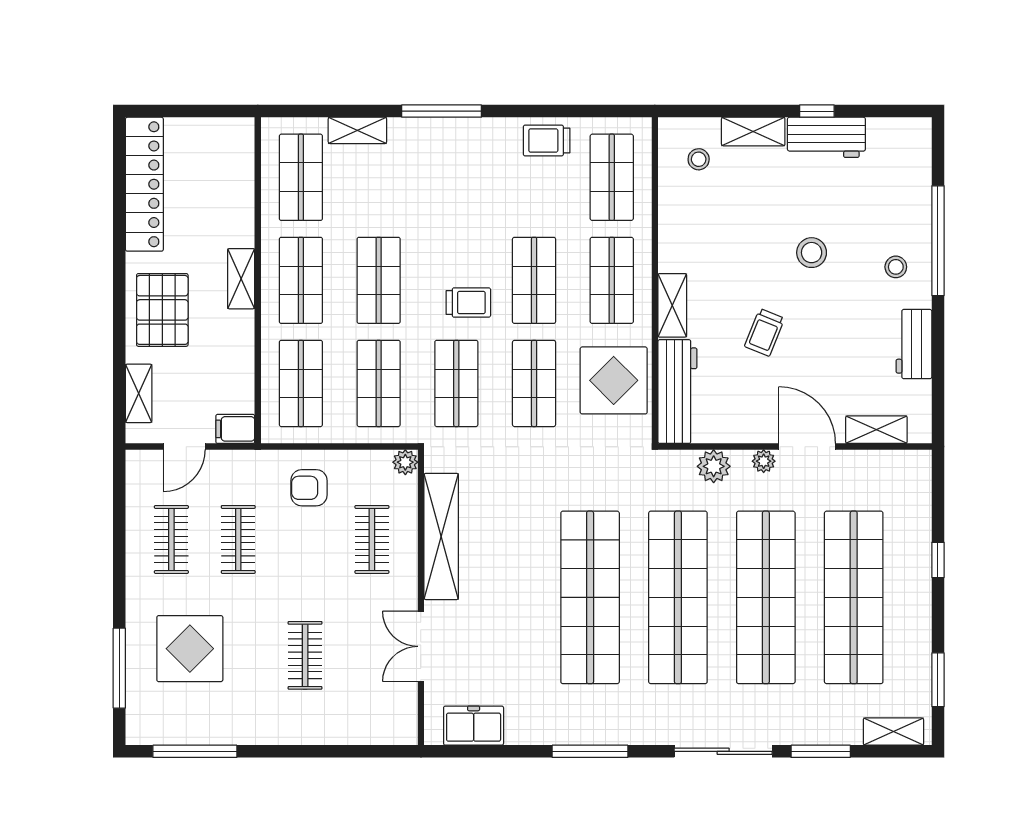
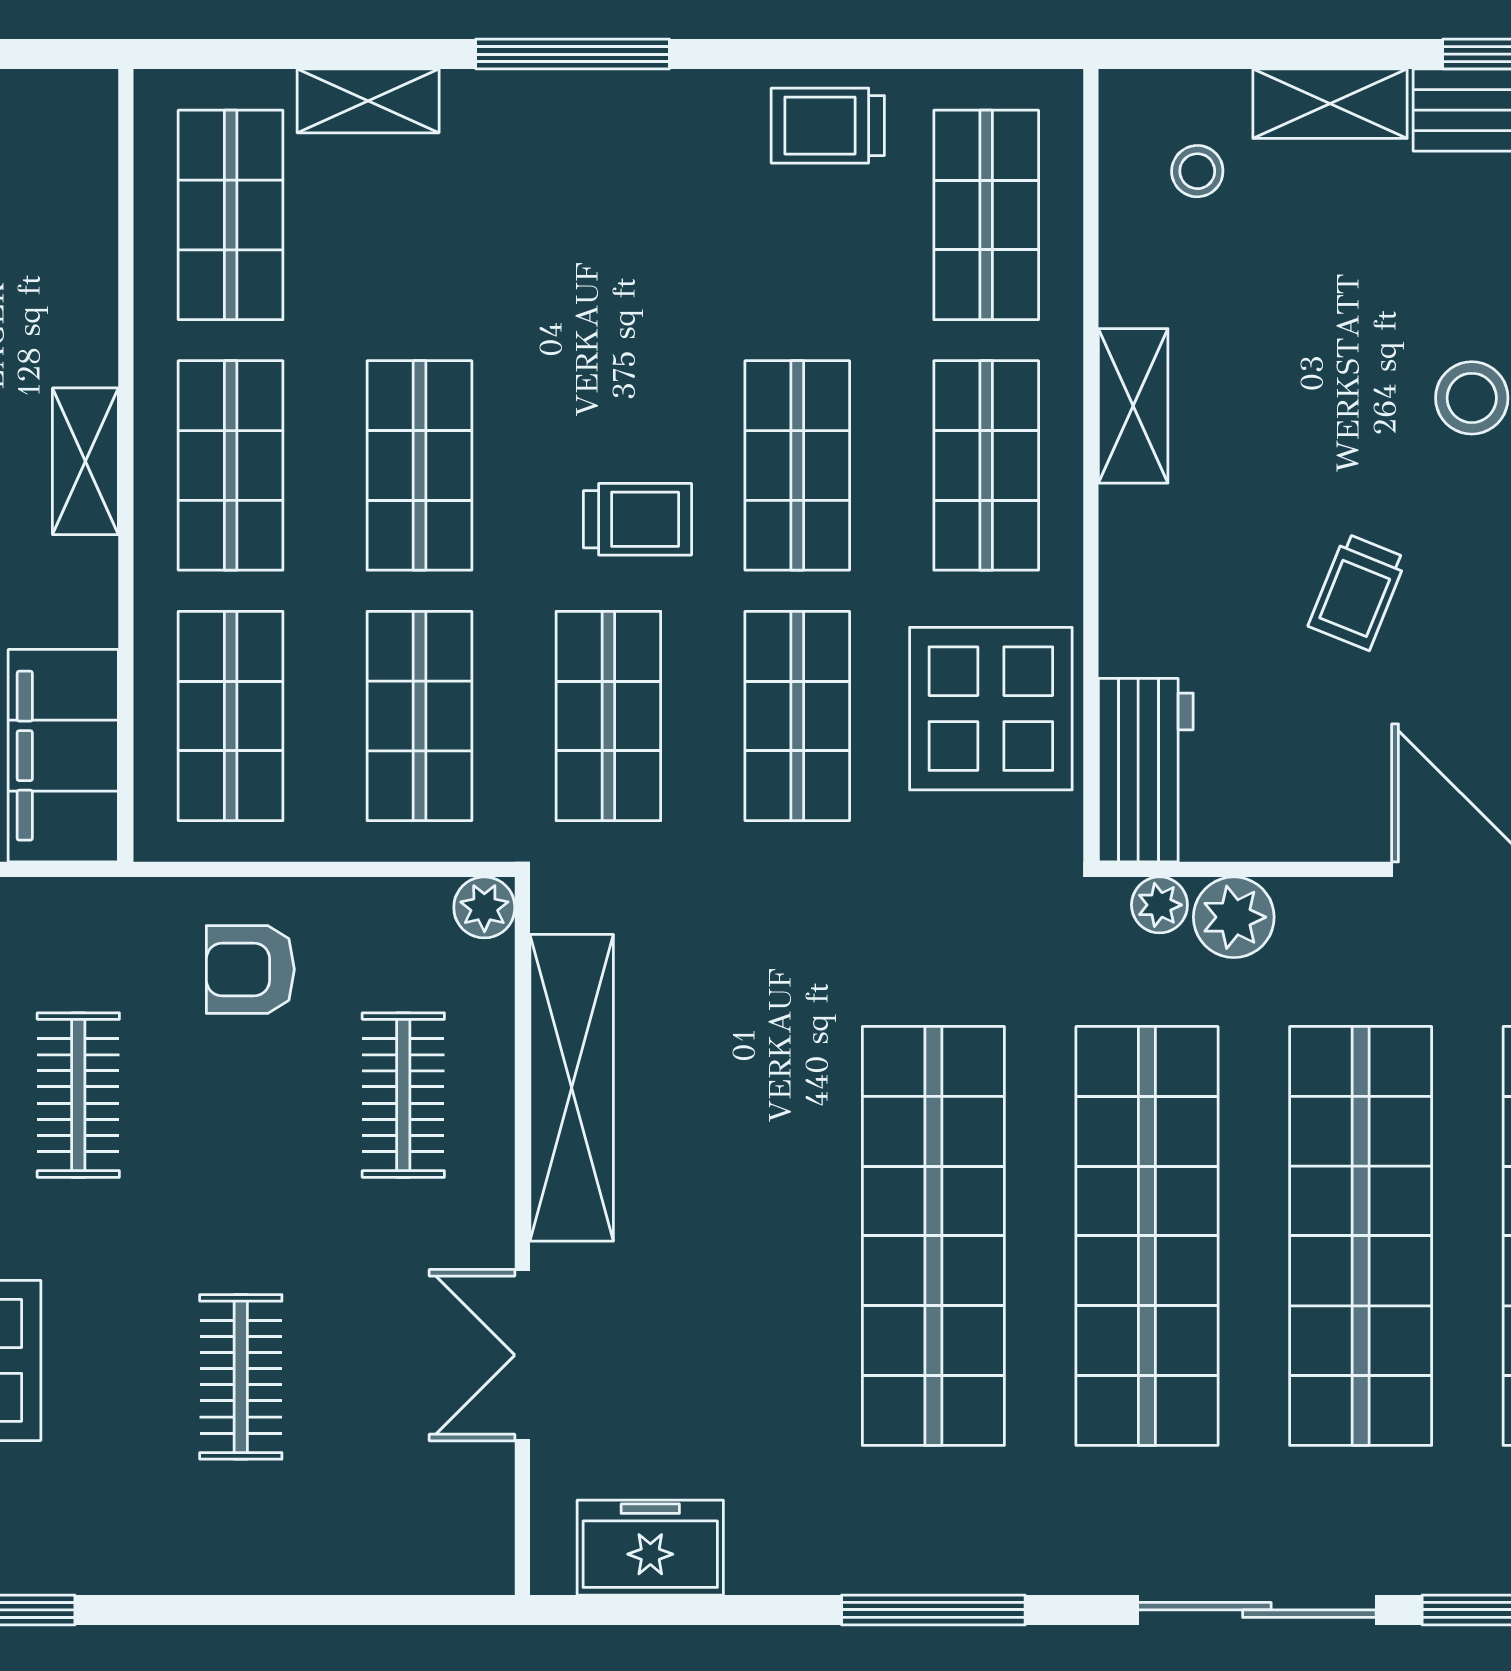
shelving: (672, 305) -> (1133, 406), moved
workbench: (677, 392) -> (1146, 770), width x0.73
filing cabinet: (235, 429) -> (63, 756), width x3.00, depth x1.17
plant: (764, 461) -> (1159, 905), moved

